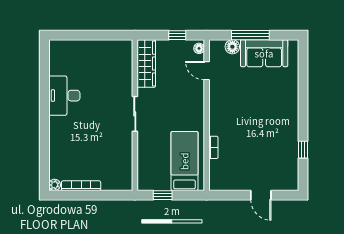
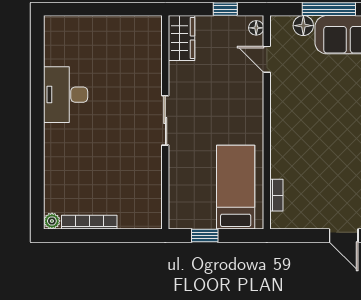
wardrobe: (146, 64) -> (182, 38), width x0.67
bookcase: (213, 147) -> (276, 195), moved

